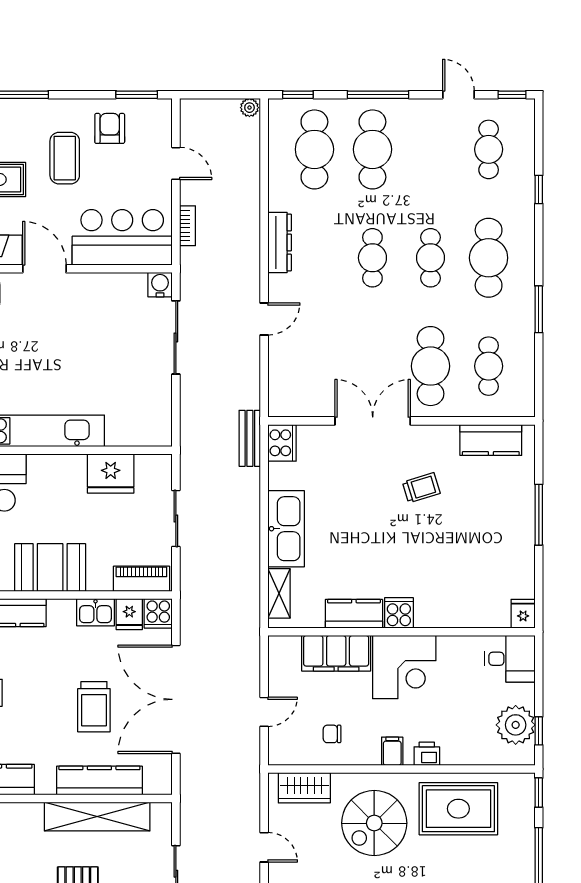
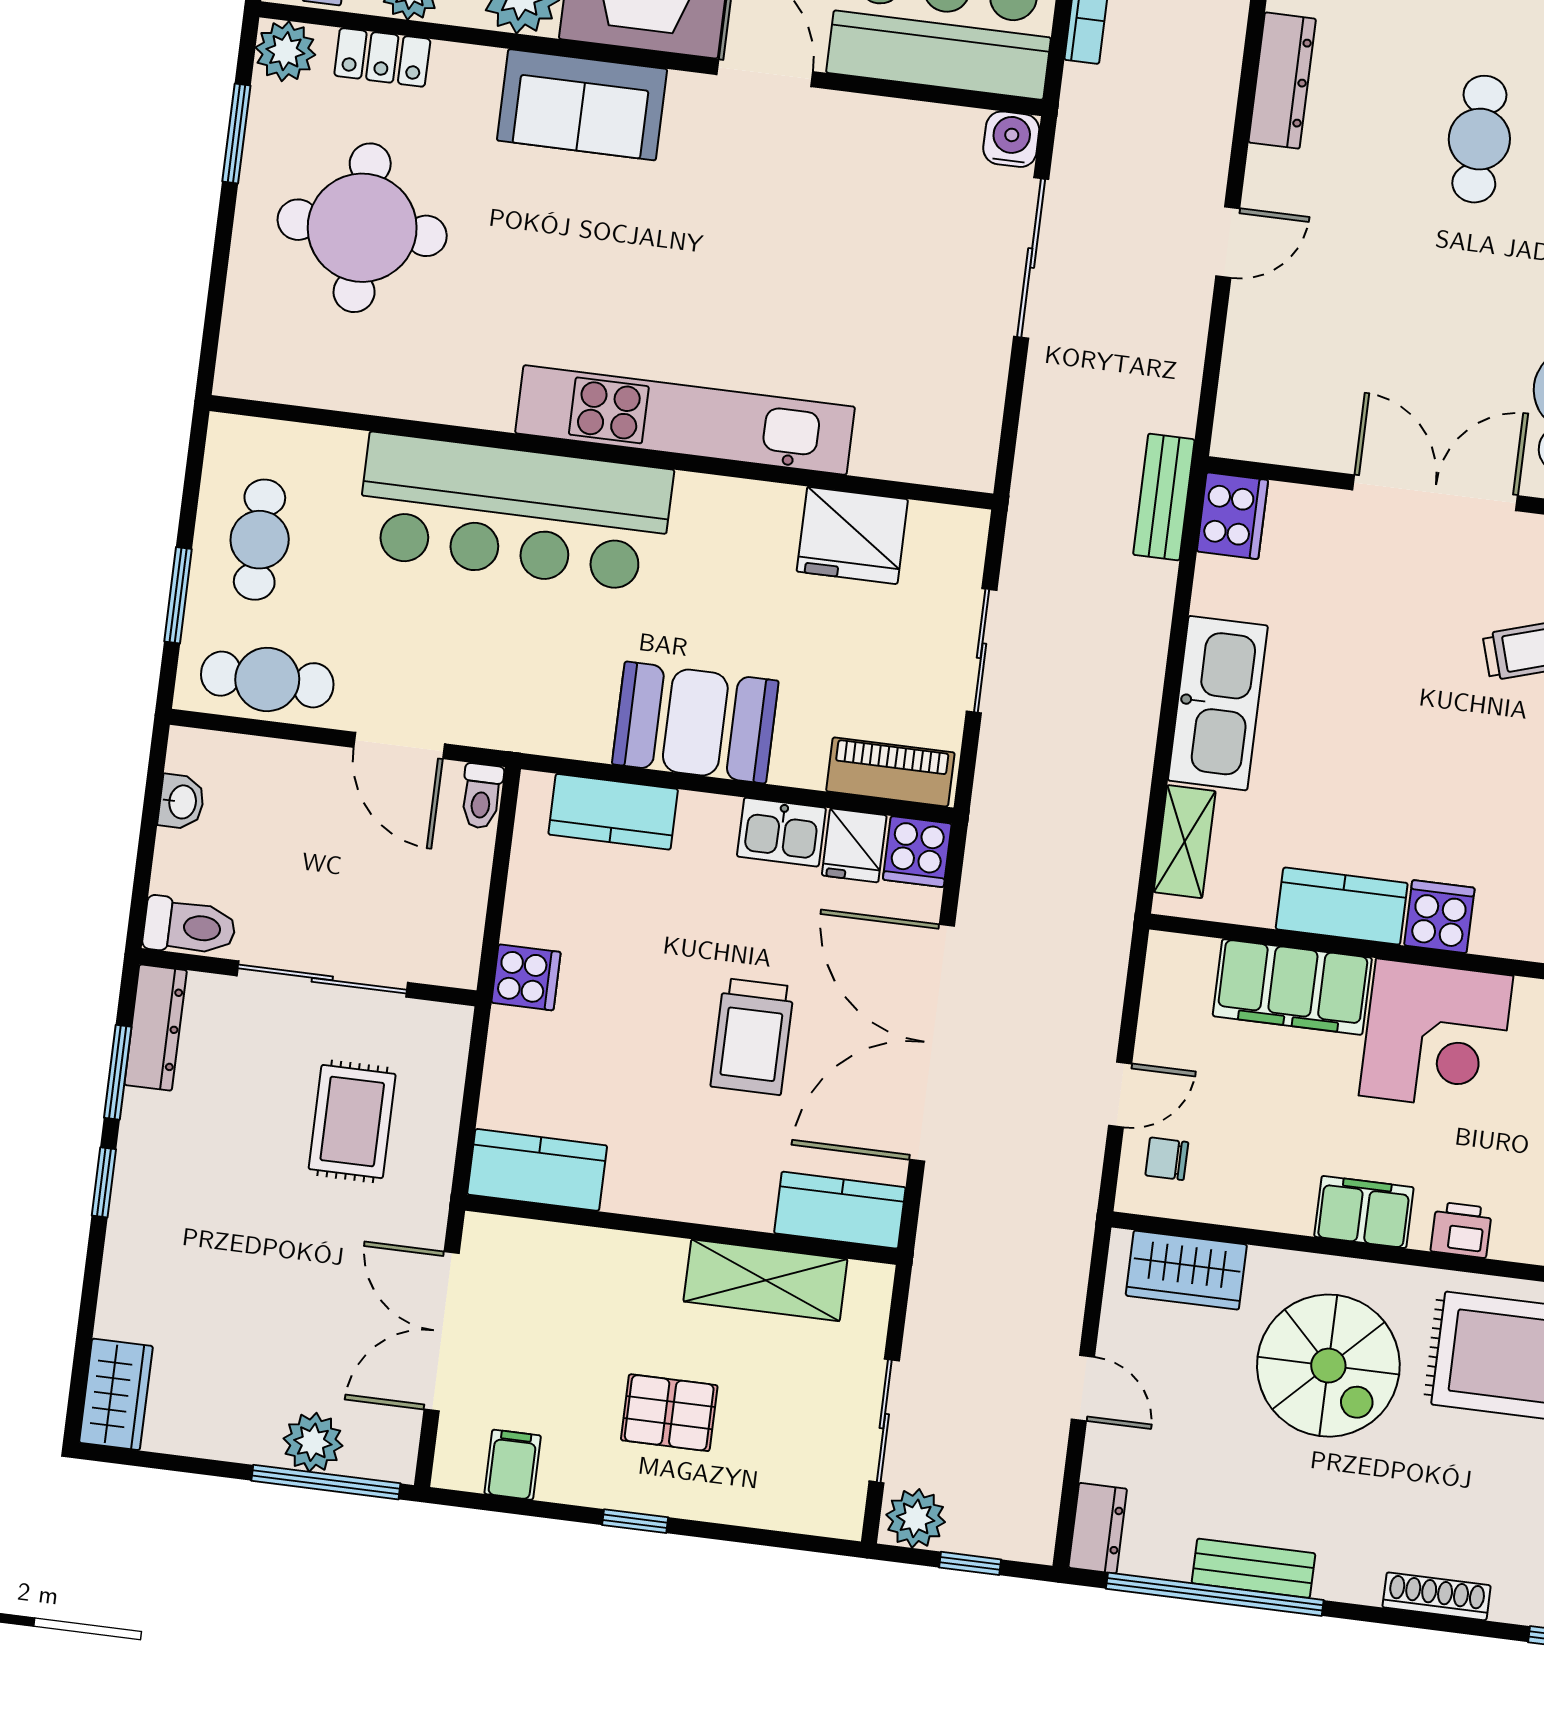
chair: (332, 734) -> (1167, 1159), moved
filing cabinet: (392, 751) -> (1364, 1212), width x2.00
kitchen counter: (99, 781) -> (840, 1210), moved, width x0.67
shelving: (97, 817) -> (765, 1280), width x0.68
spiral stairs: (374, 823) -> (1328, 1366), turned -90

